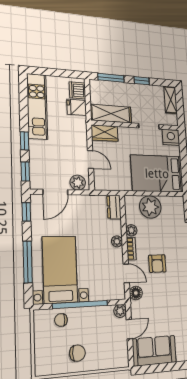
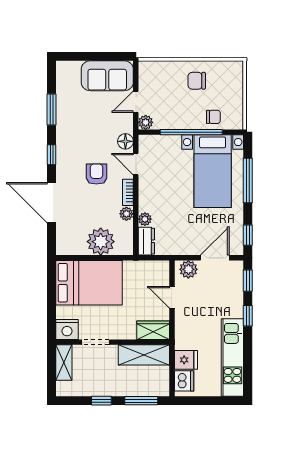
shelving: (171, 100) -> (64, 363), moved
plant: (117, 241) -> (145, 219), moved

